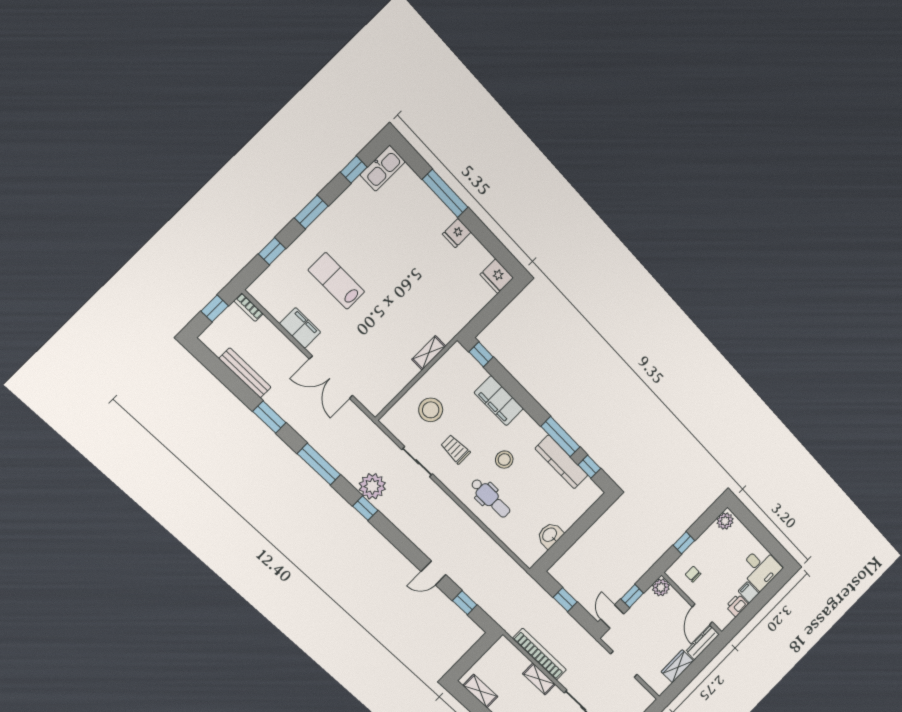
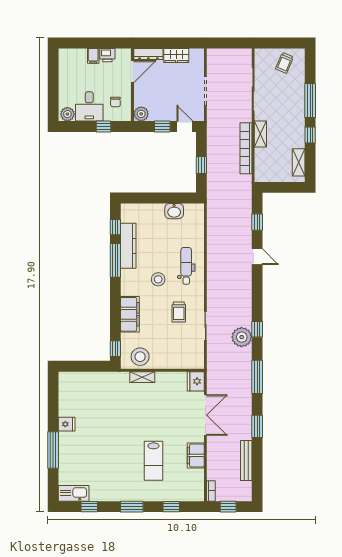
fridge: (497, 276) -> (196, 381), moved, turned 180
stool: (431, 410) -> (140, 357), moved
desk: (760, 568) -> (89, 106), moved, turned 180
door: (612, 617) -> (185, 126), swing flipped

